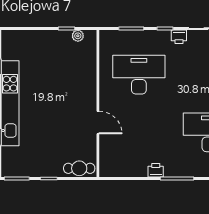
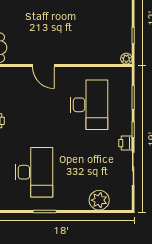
plant: (78, 36) -> (126, 59), moved
door: (98, 123) -> (43, 66), hinge flipped

